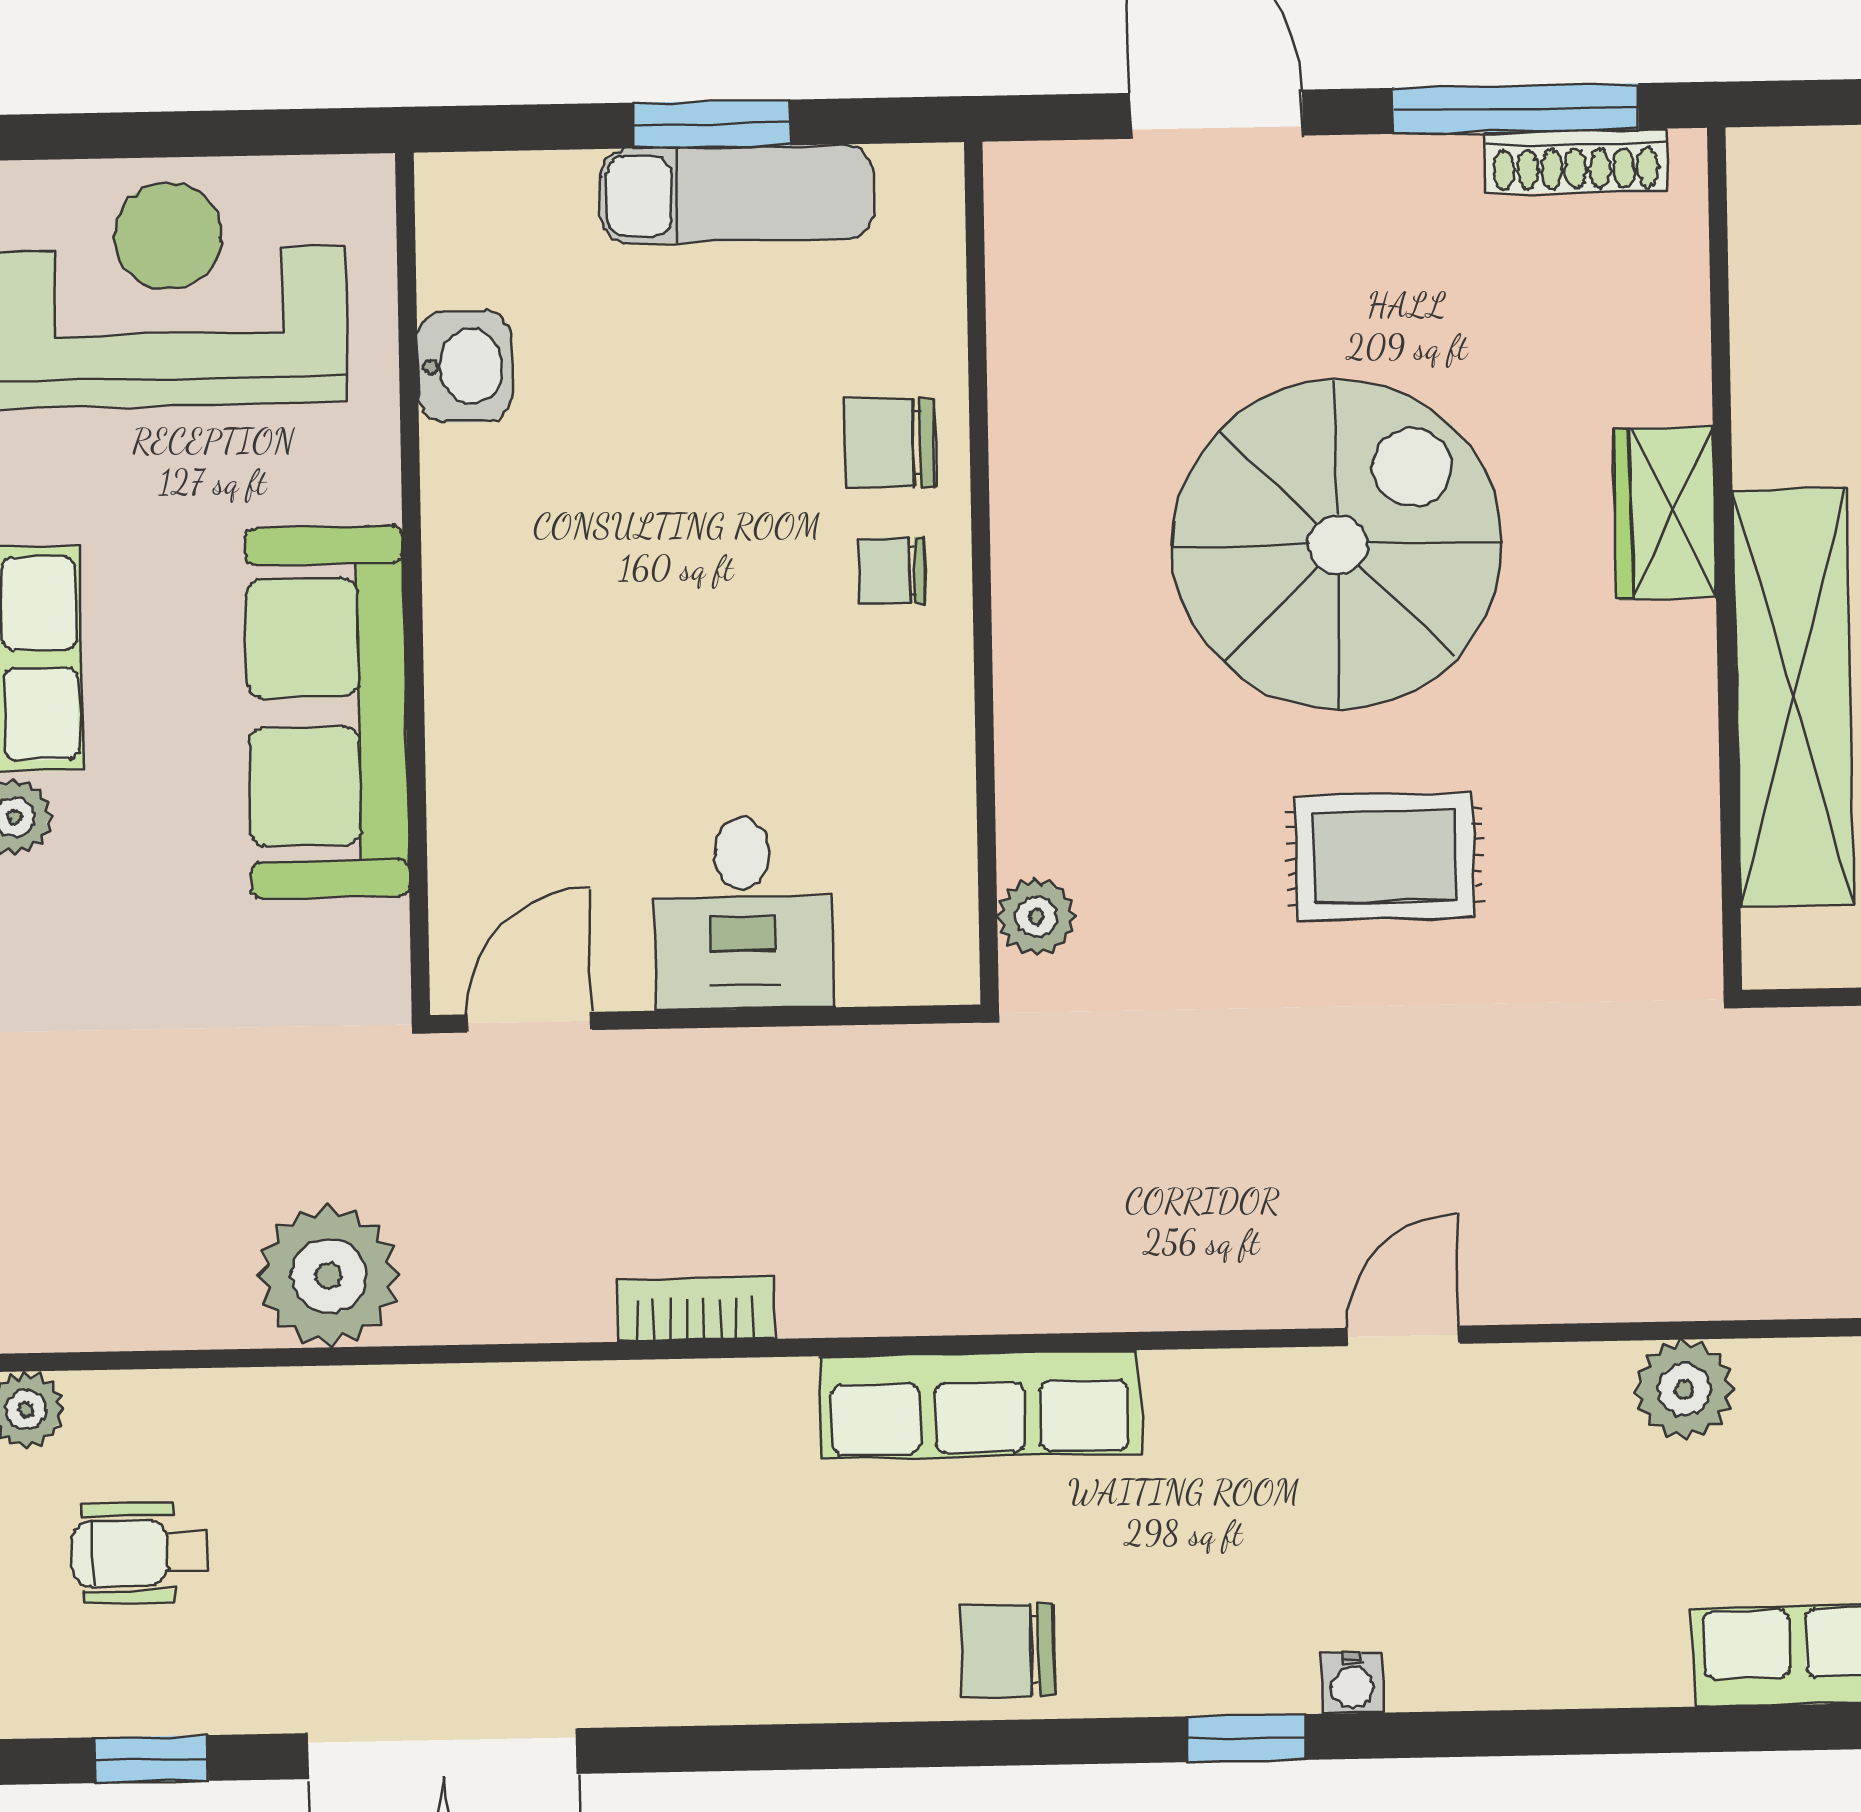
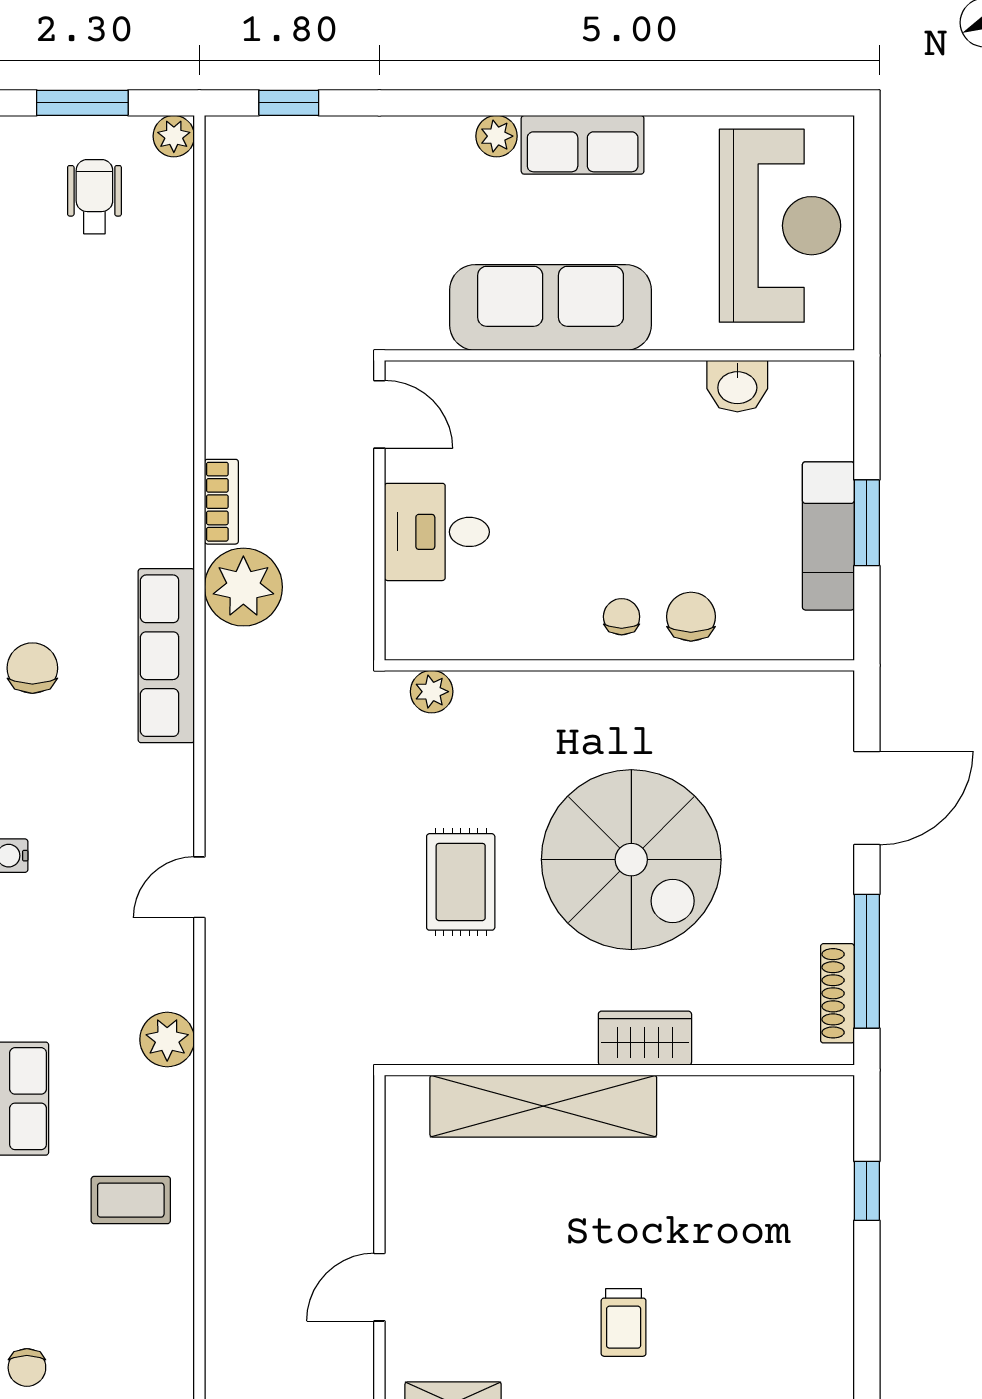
plant: (329, 1276) -> (243, 587), moved
door: (1404, 1336) -> (199, 887), swing flipped

